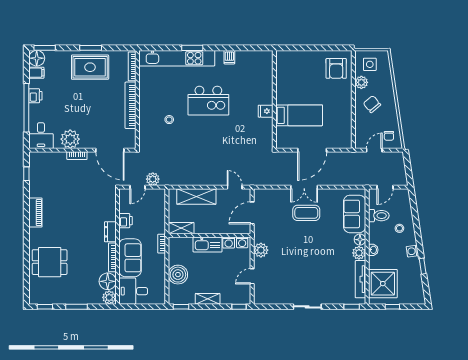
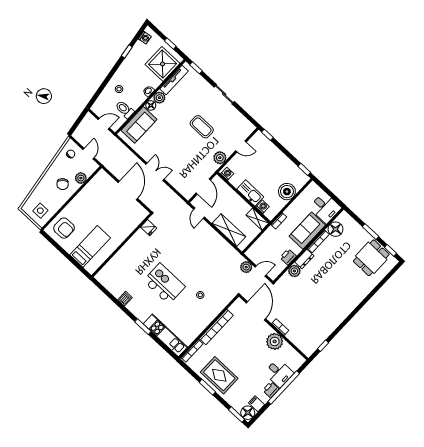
kitchen unit: (177, 58) -> (165, 335), width x0.73
armchair: (336, 68) -> (64, 228), turned 90
plant: (361, 82) -> (81, 178), moved
fridge: (266, 111) -> (149, 228), moved
bed: (299, 115) -> (90, 246), moved, turned 90
desk: (41, 136) -> (279, 373), moved, turned 90
door: (312, 150) -> (128, 191), hinge flipped
door: (374, 150) -> (89, 154), swing flipped
piano: (35, 213) -> (340, 316), removed
door: (252, 213) -> (203, 186), hinge flipped
coffee table: (306, 213) -> (202, 127), moved
washing machine: (229, 243) -> (262, 207), moved
washing machine: (412, 251) -> (145, 38), moved
dining table: (50, 262) -> (371, 258), moved, turned 90
plant: (109, 297) -> (294, 271), moved
shelving: (208, 299) -> (283, 159), removed

